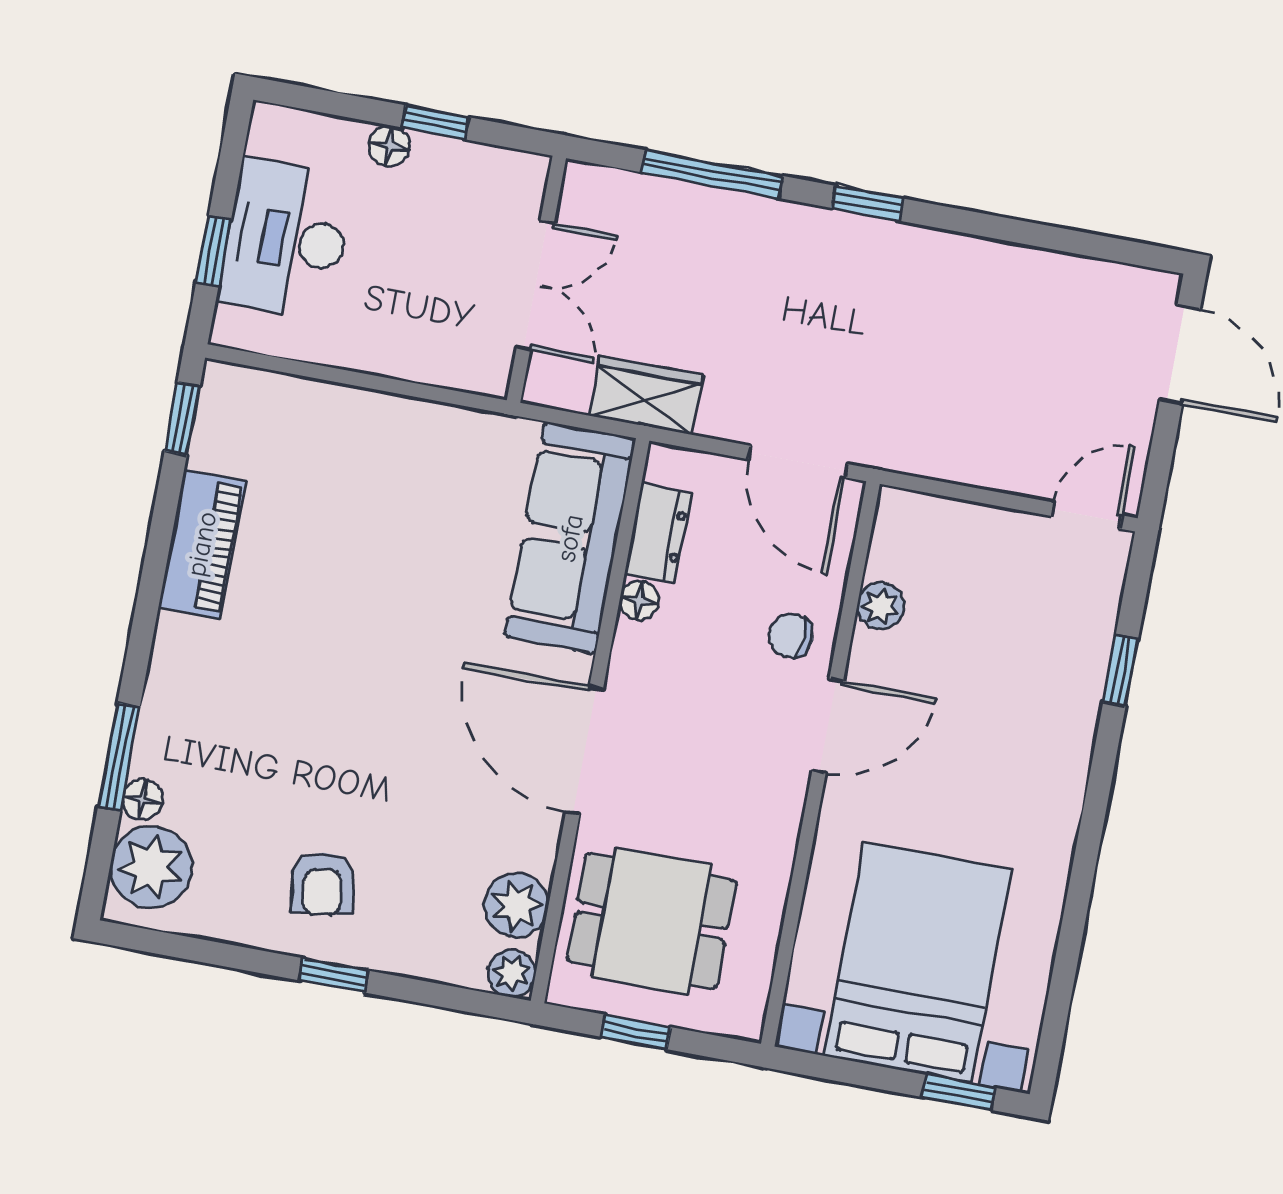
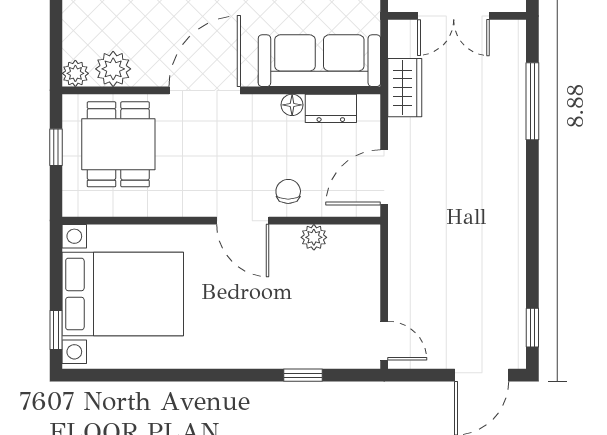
window: (867, 203) -> (532, 328), moved

